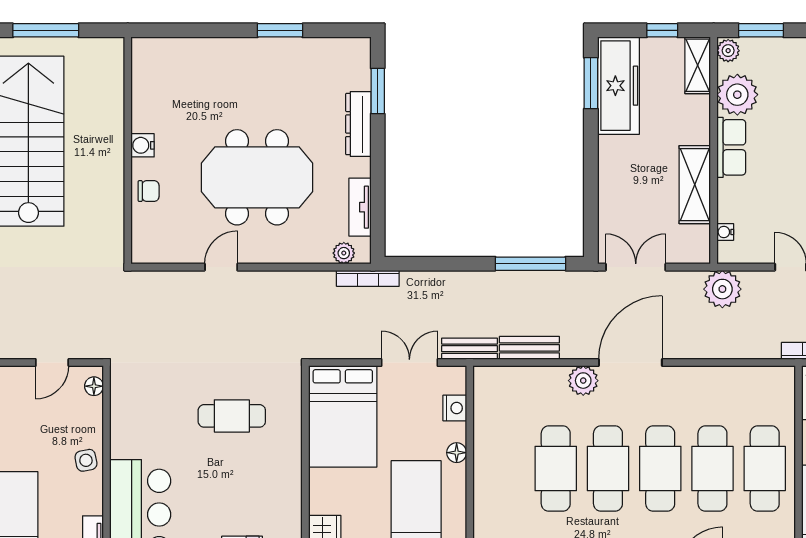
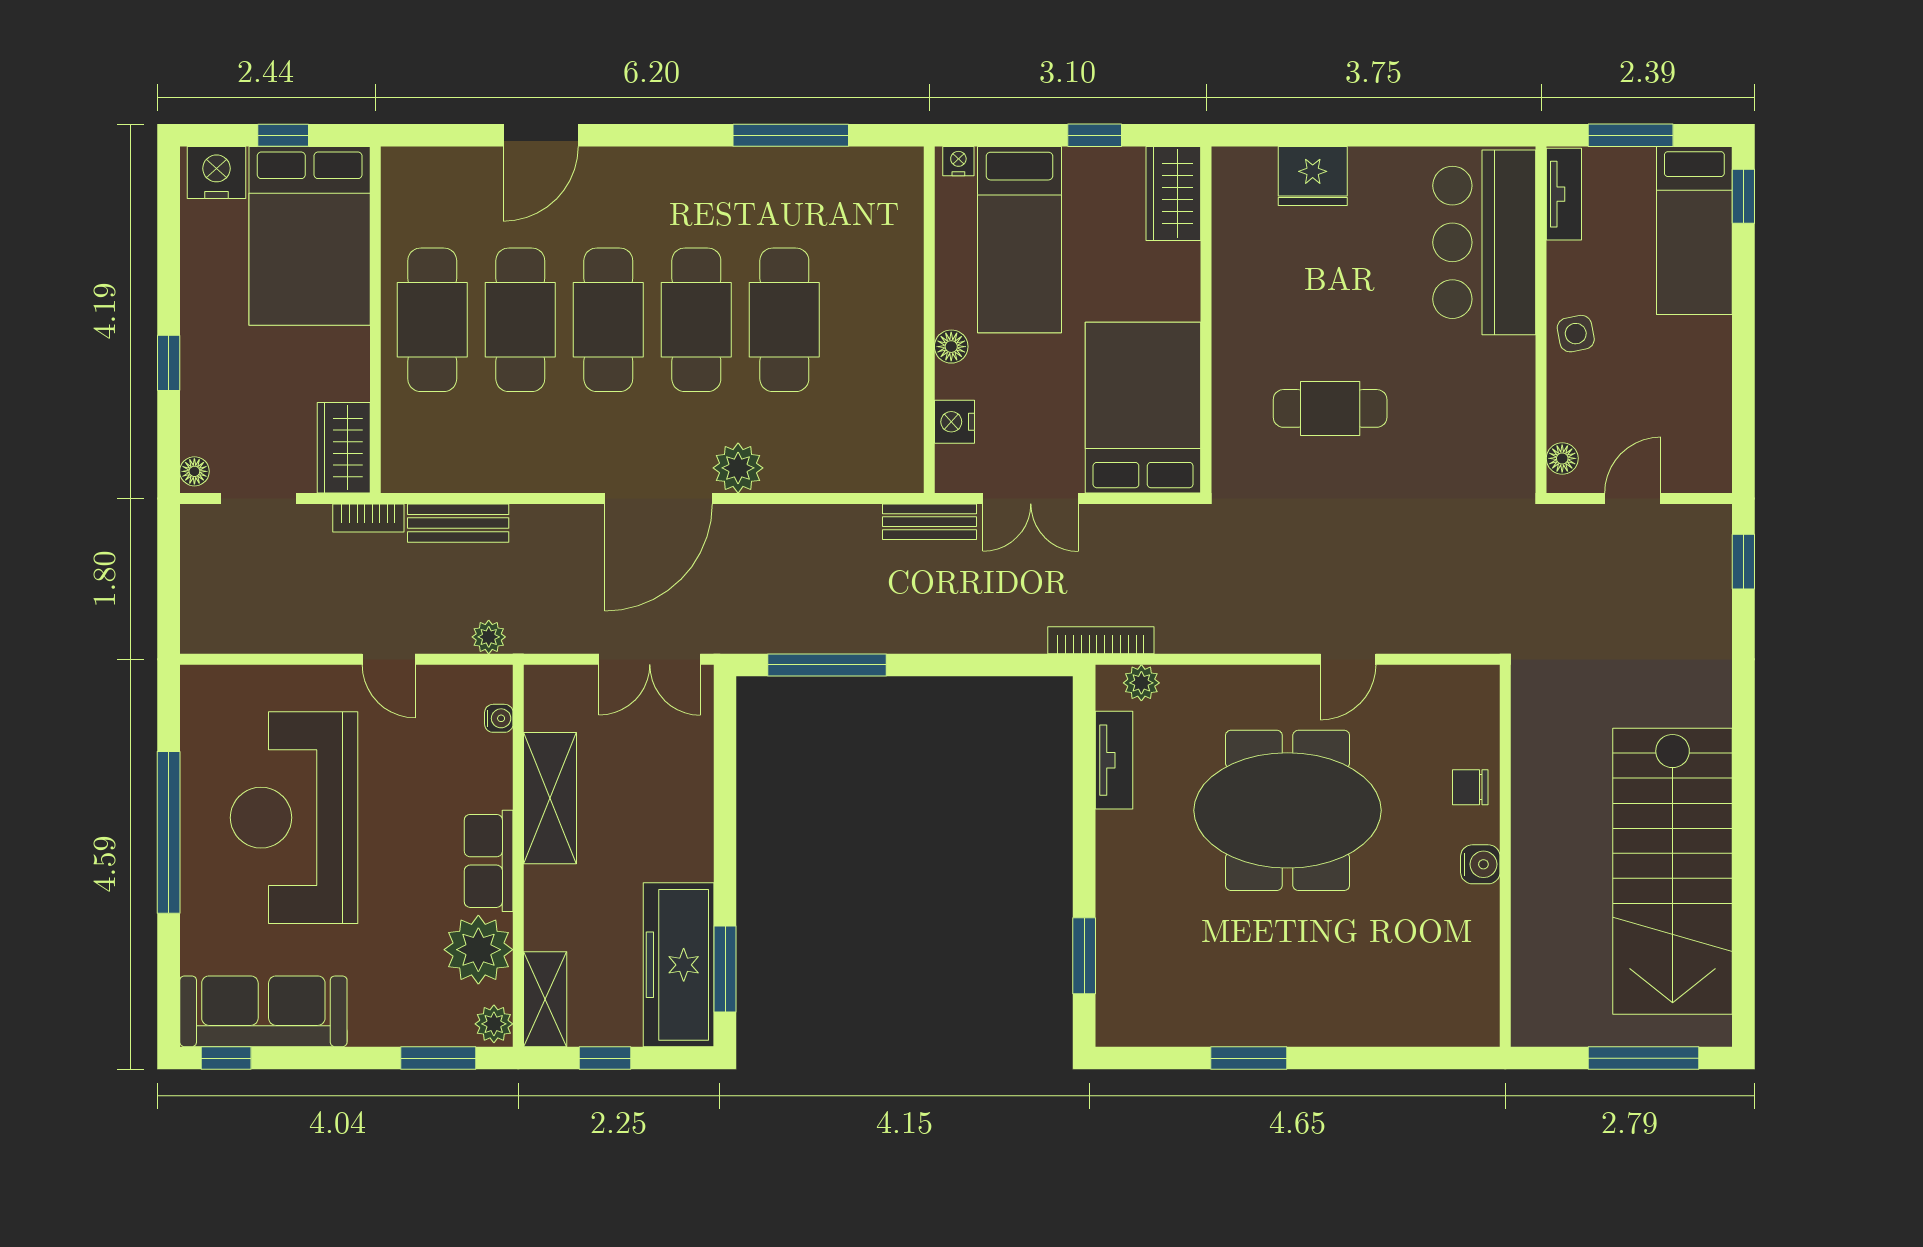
dresser: (358, 124) -> (1117, 900), removed
plant: (722, 289) -> (489, 637), width x0.53, depth x0.53
bench: (529, 348) -> (458, 523), moved

